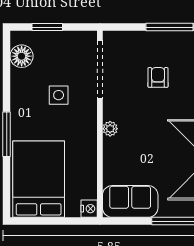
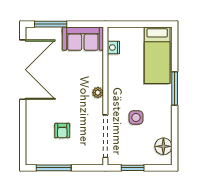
window: (47, 27) -> (133, 168), moved
bed: (39, 179) -> (157, 55), width x0.67
nightstand: (89, 209) -> (113, 48), moved

